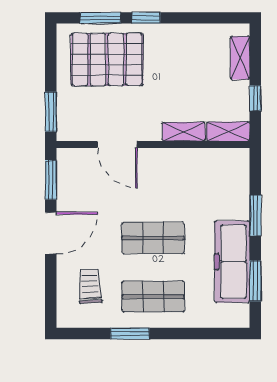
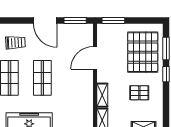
pallet: (180, 66) -> (139, 93), added

